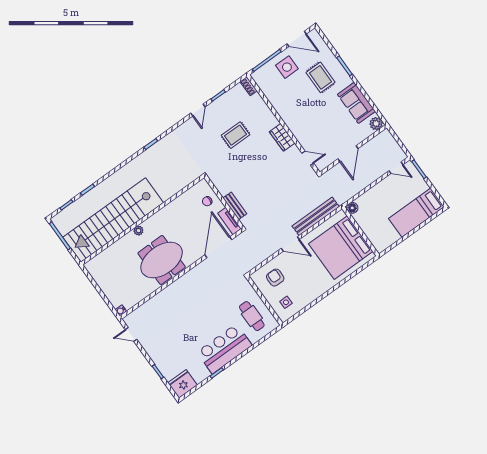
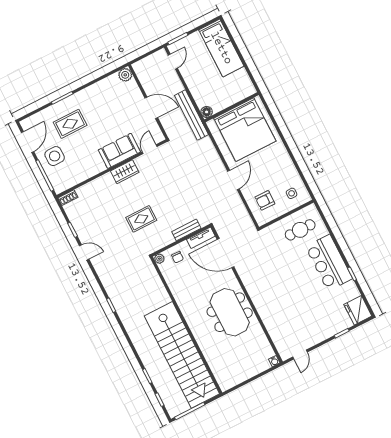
sofa: (356, 103) -> (119, 151), moved, turned 180
rug: (236, 135) -> (141, 219), moved, turned 90
bench: (316, 216) -> (191, 115), moved
plant: (138, 231) -> (159, 259), moved

